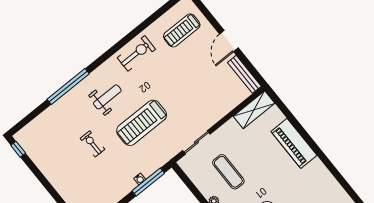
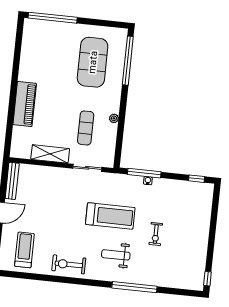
treadmill: (182, 30) -> (24, 250), turned -90
shelving: (254, 110) -> (50, 154), moved

